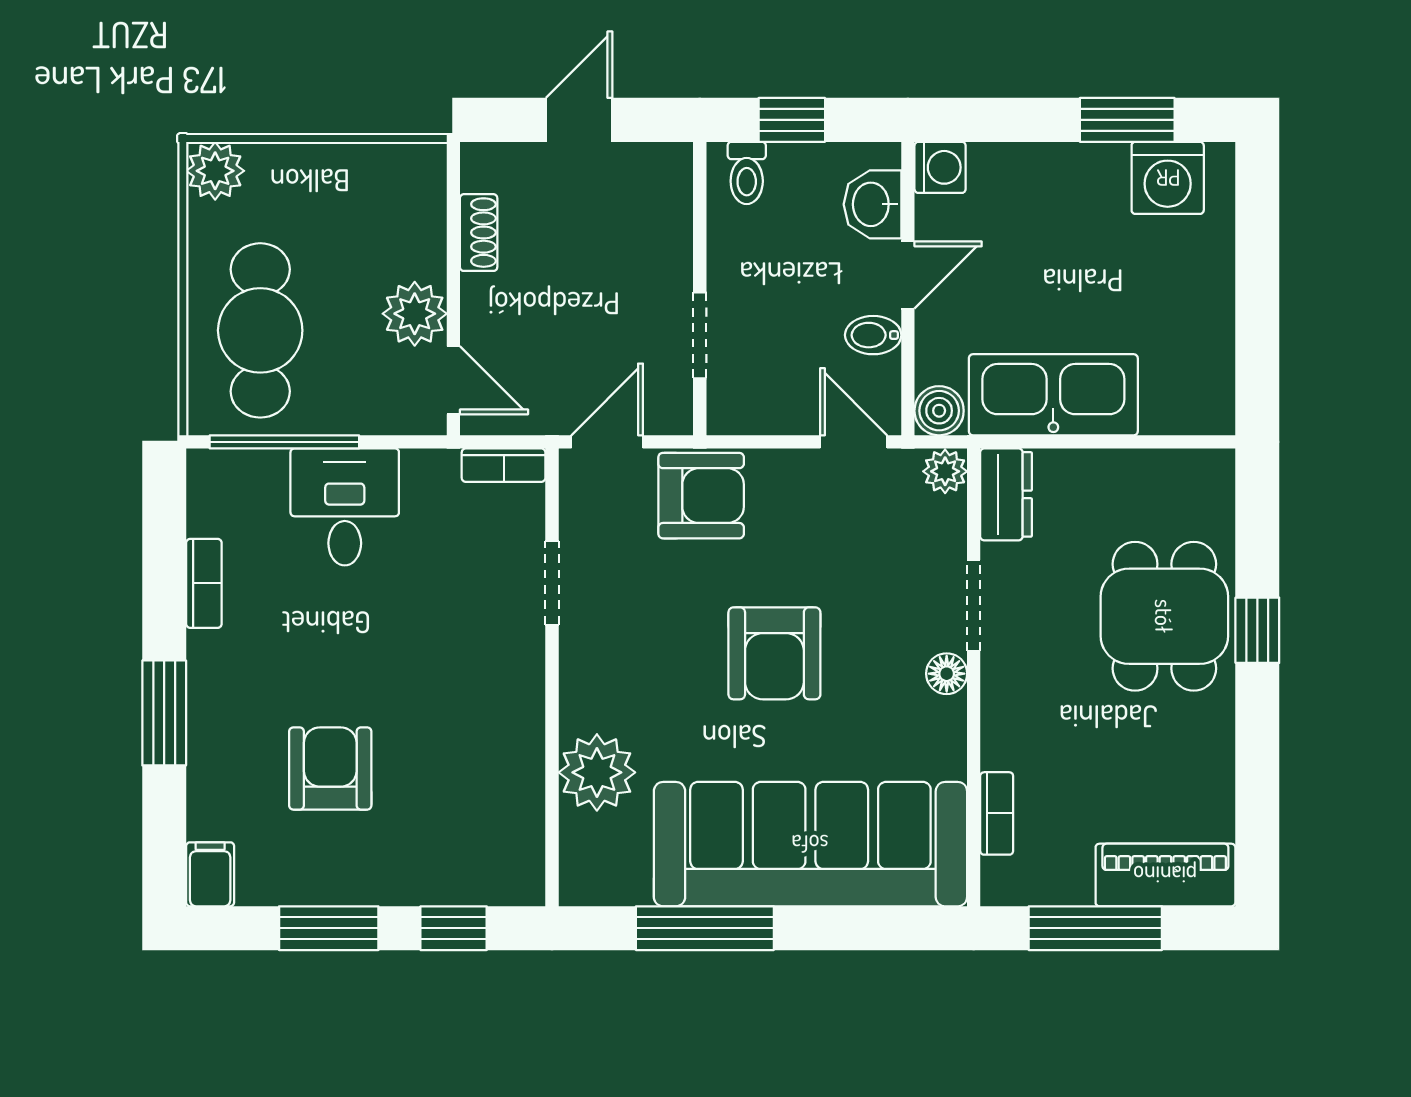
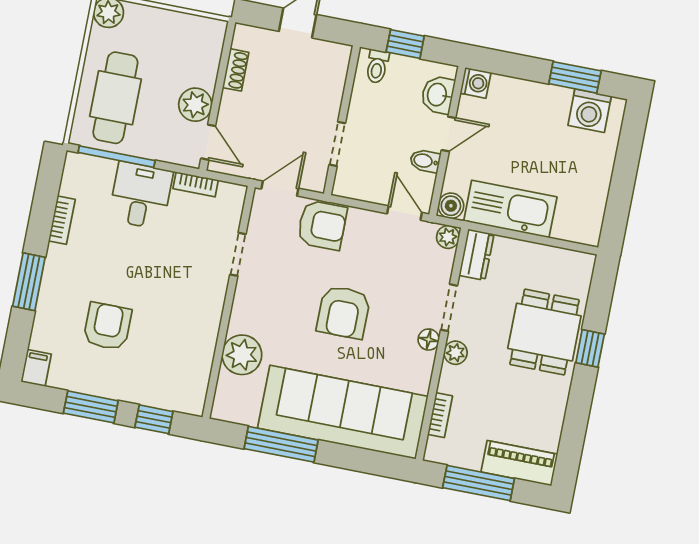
bookcase: (504, 465) -> (196, 184), moved
plant: (1003, 689) -> (456, 353), added

